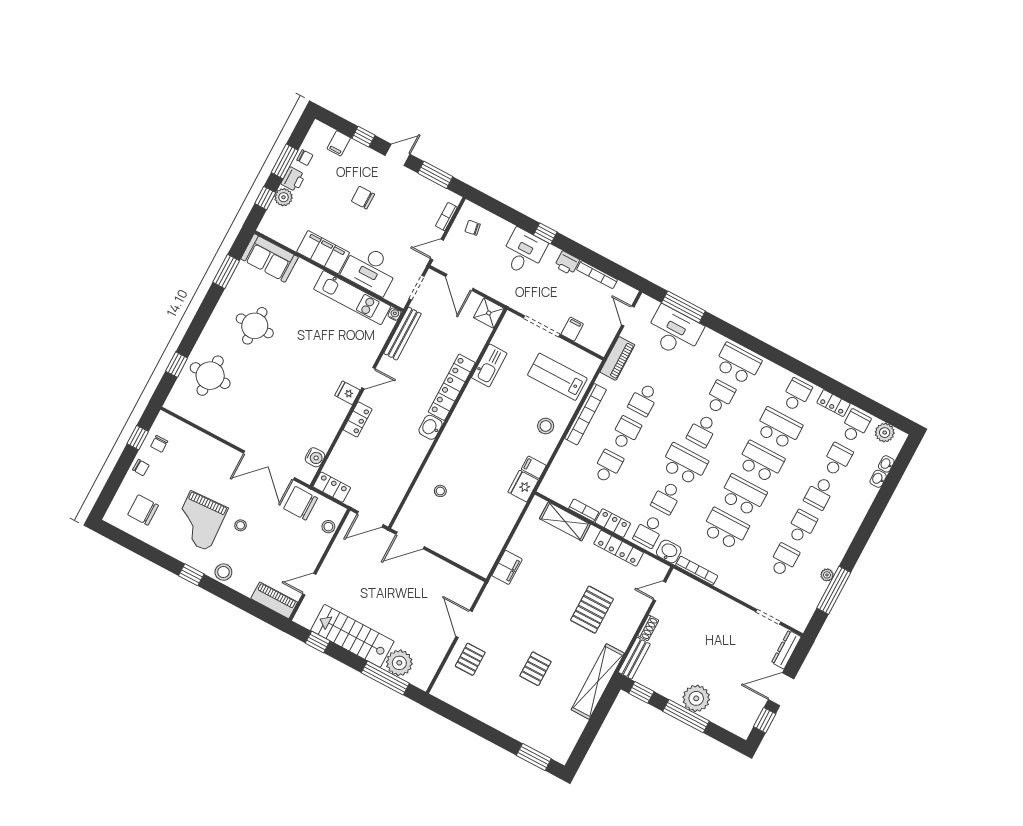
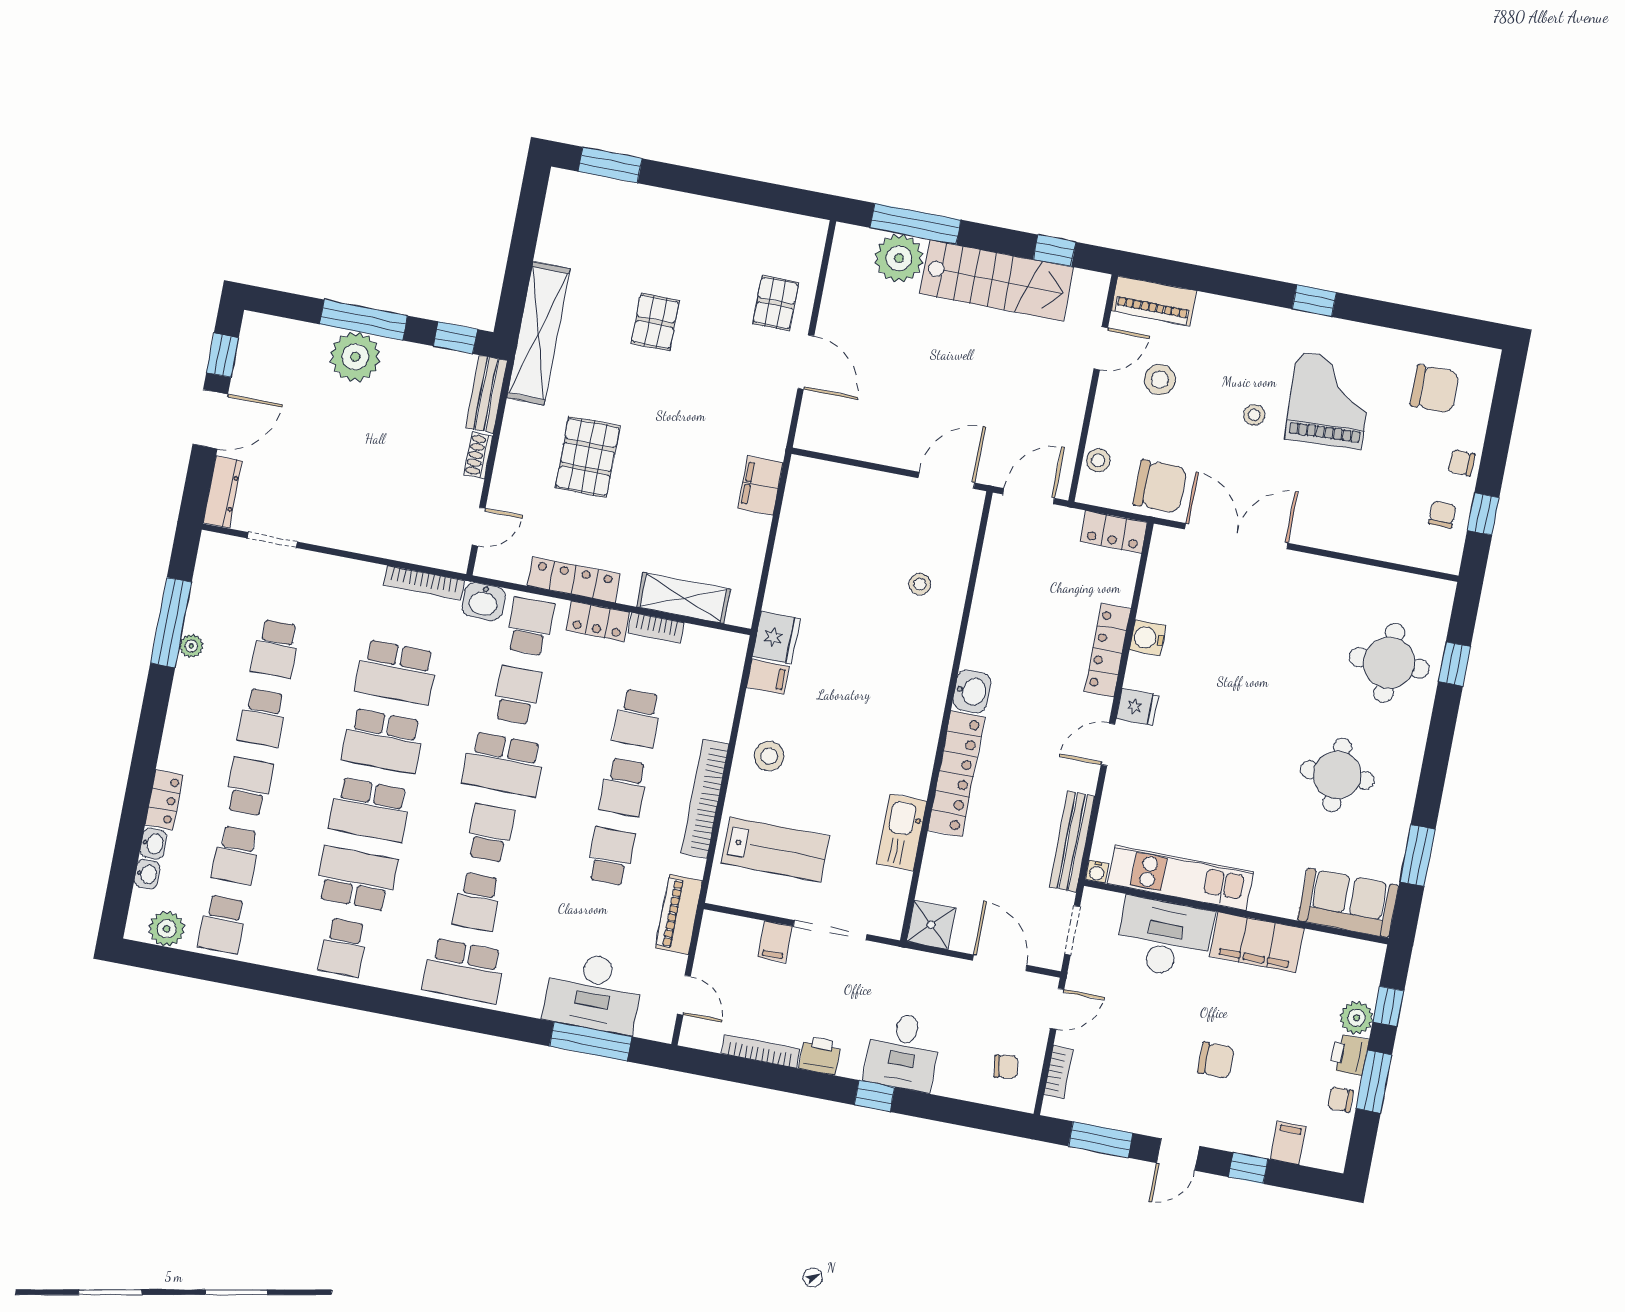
locker: (834, 403) -> (164, 800), moved, turned 90
locker: (358, 419) -> (1108, 650), width x1.53
school desk: (779, 428) -> (356, 879), turned 180
water cooler: (315, 457) -> (1148, 638), moved
stool: (223, 572) -> (1160, 380), moved

